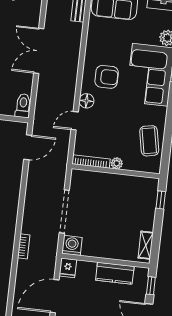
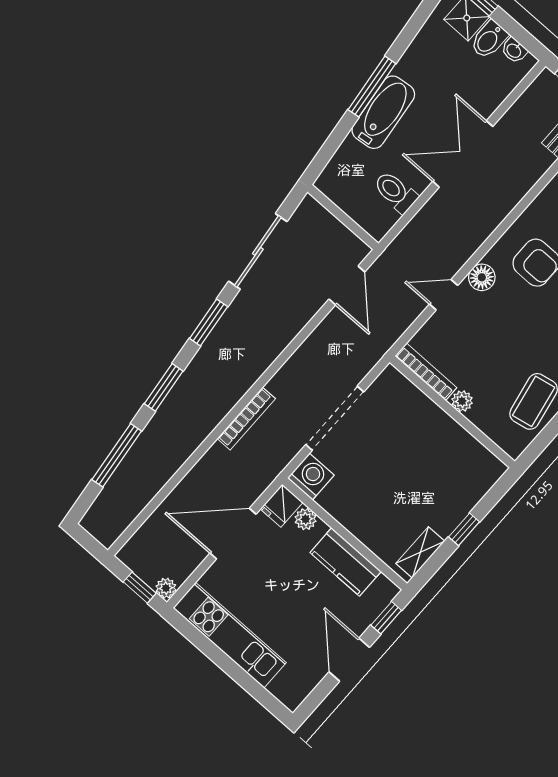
toilet: (23, 106) -> (396, 192), moved, turned -90
door: (28, 147) -> (347, 285), hinge flipped
window: (161, 200) -> (464, 529), moved
bookcase: (24, 246) -> (246, 419), width x1.56
plant: (83, 266) -> (306, 519), added

